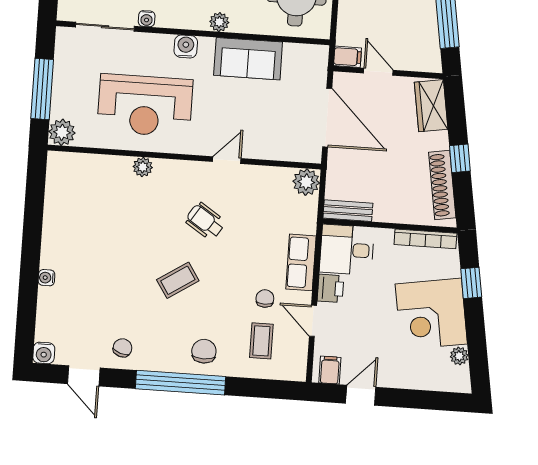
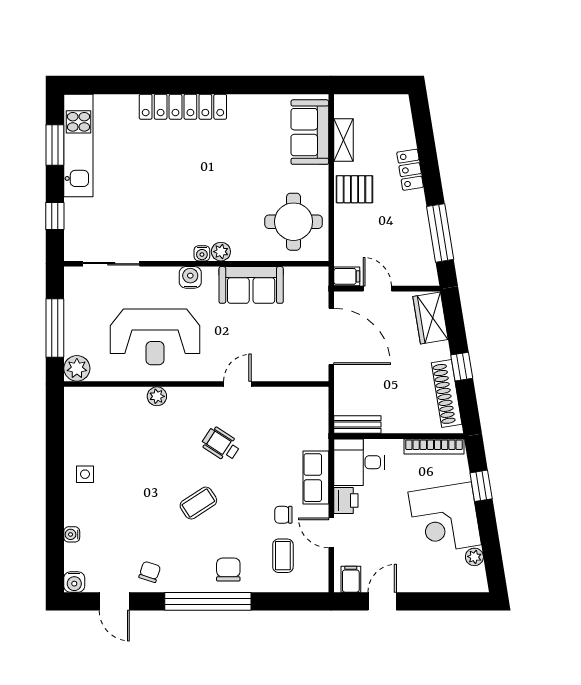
water cooler: (147, 19) -> (202, 253), moved
plant: (306, 182) -> (315, 400), removed
side table: (63, 242) -> (85, 474), added
water cooler: (46, 278) -> (72, 534), moved
chair: (265, 299) -> (283, 515), turned -90

